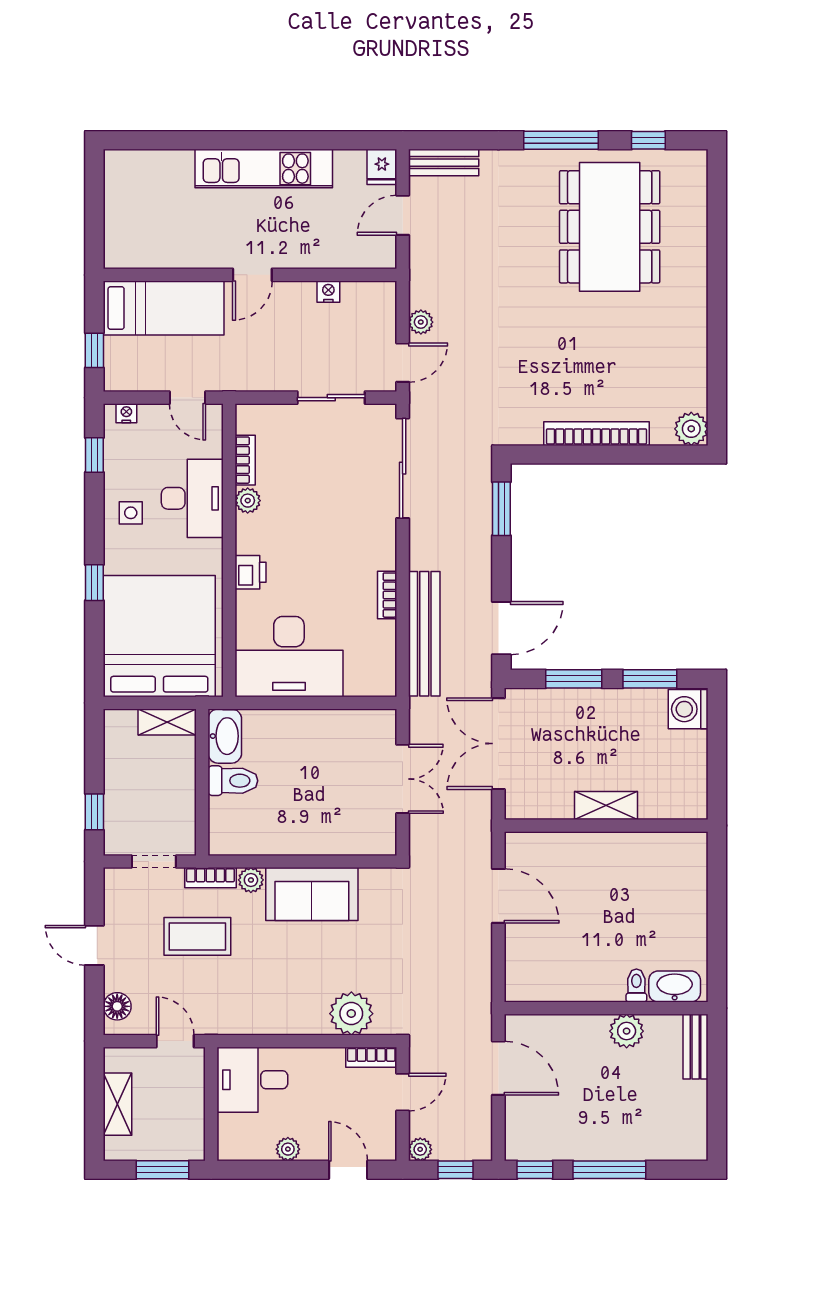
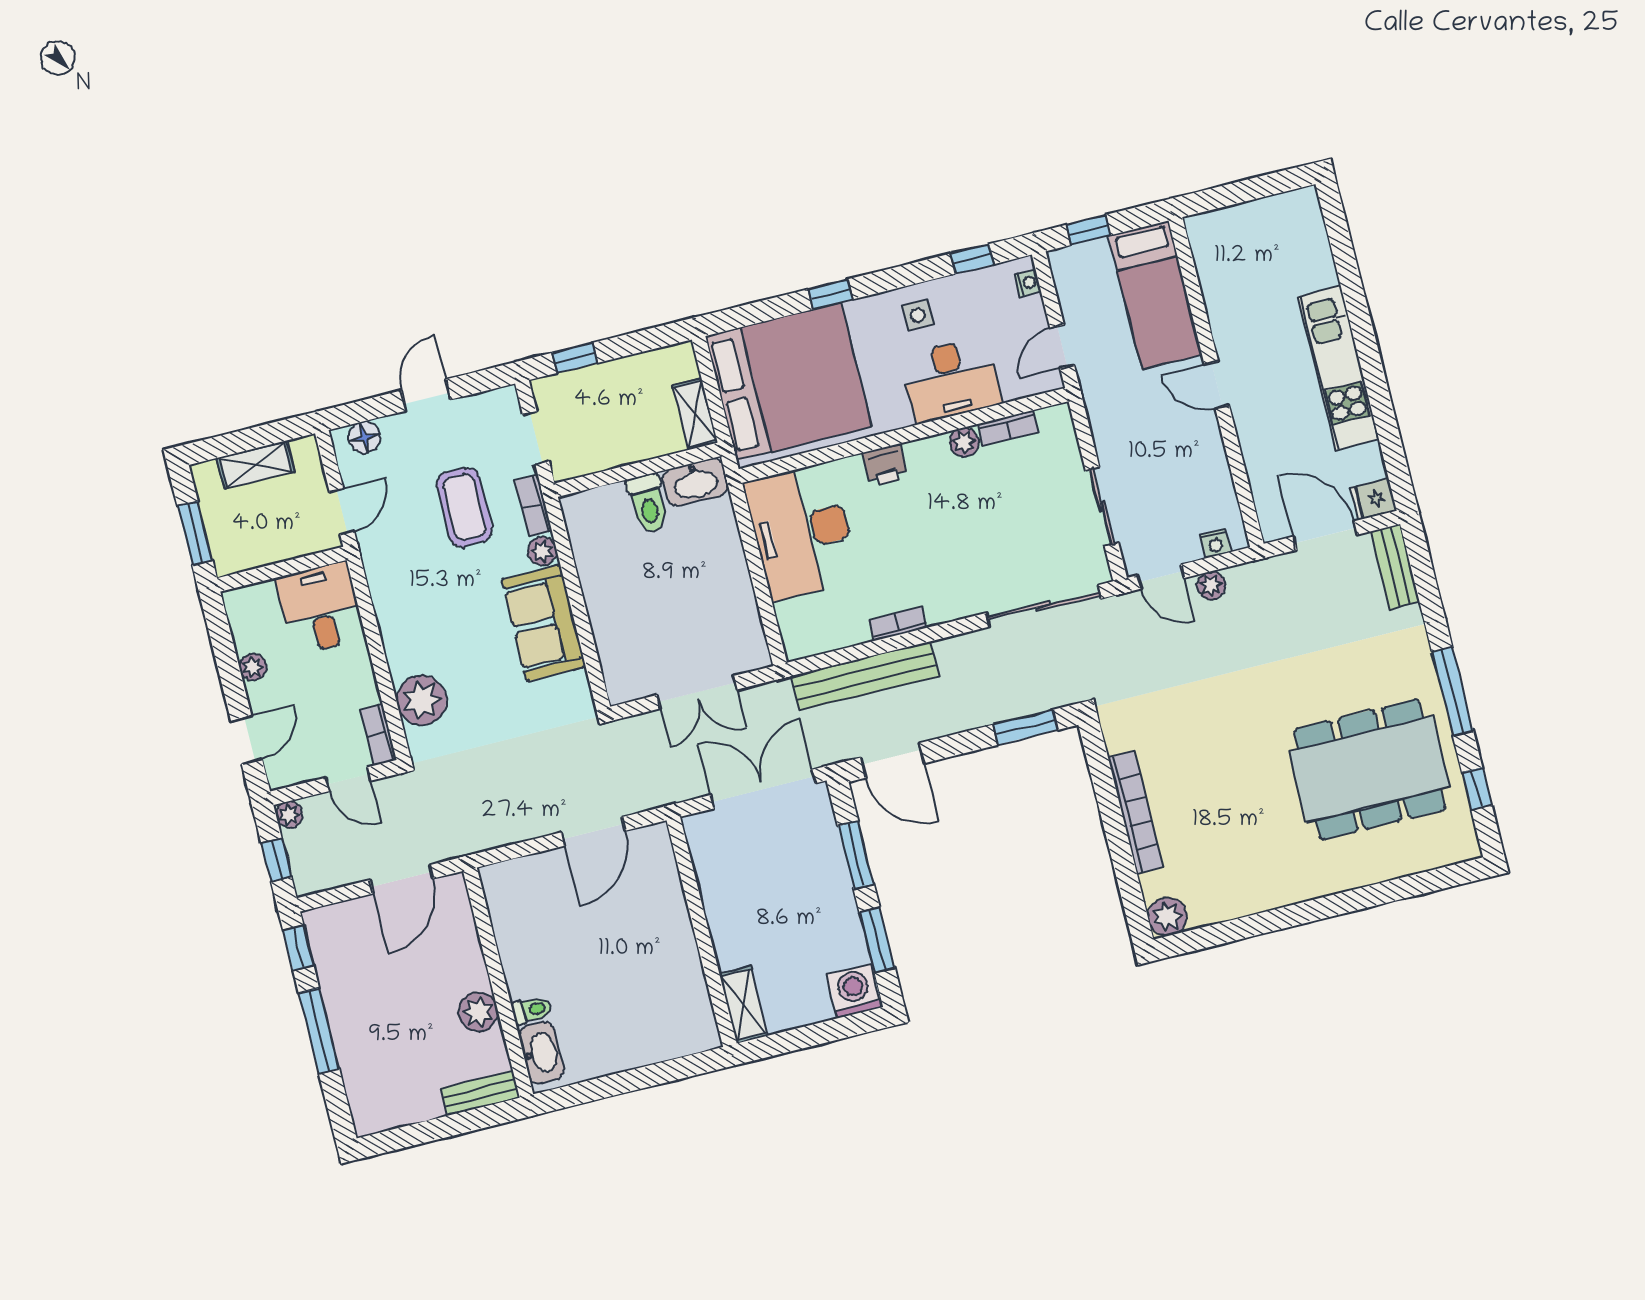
door: (403, 215) -> (1325, 536), width x1.38
nightstand: (328, 292) -> (1215, 543), moved, turned 90
shelving: (606, 805) -> (744, 1005), moved

